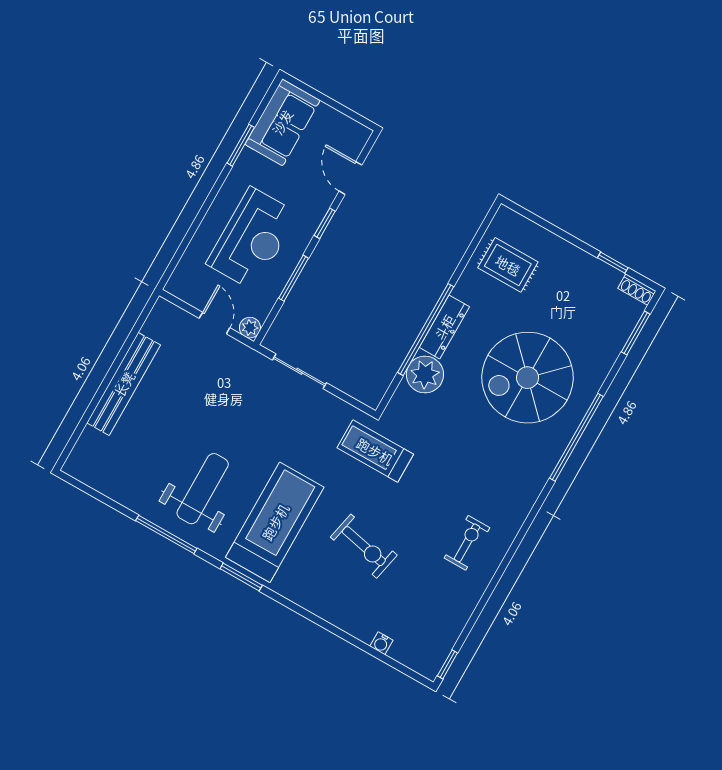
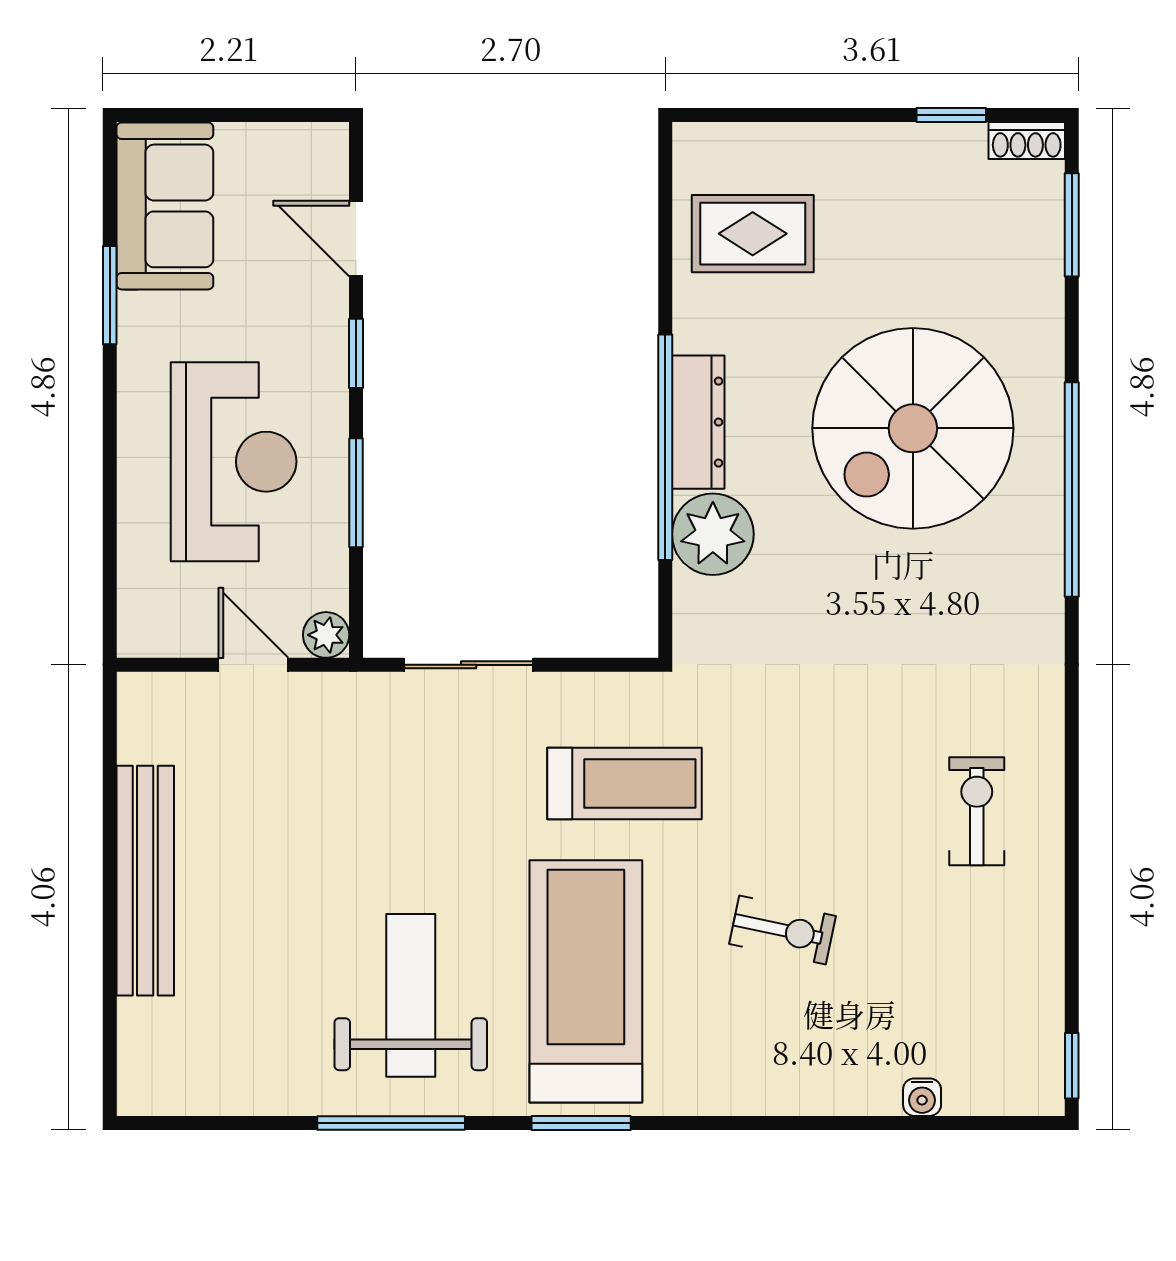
treadmill: (375, 451) -> (624, 783), moved, turned 180
exercise bike: (364, 546) -> (783, 930), width x0.73, depth x0.72

